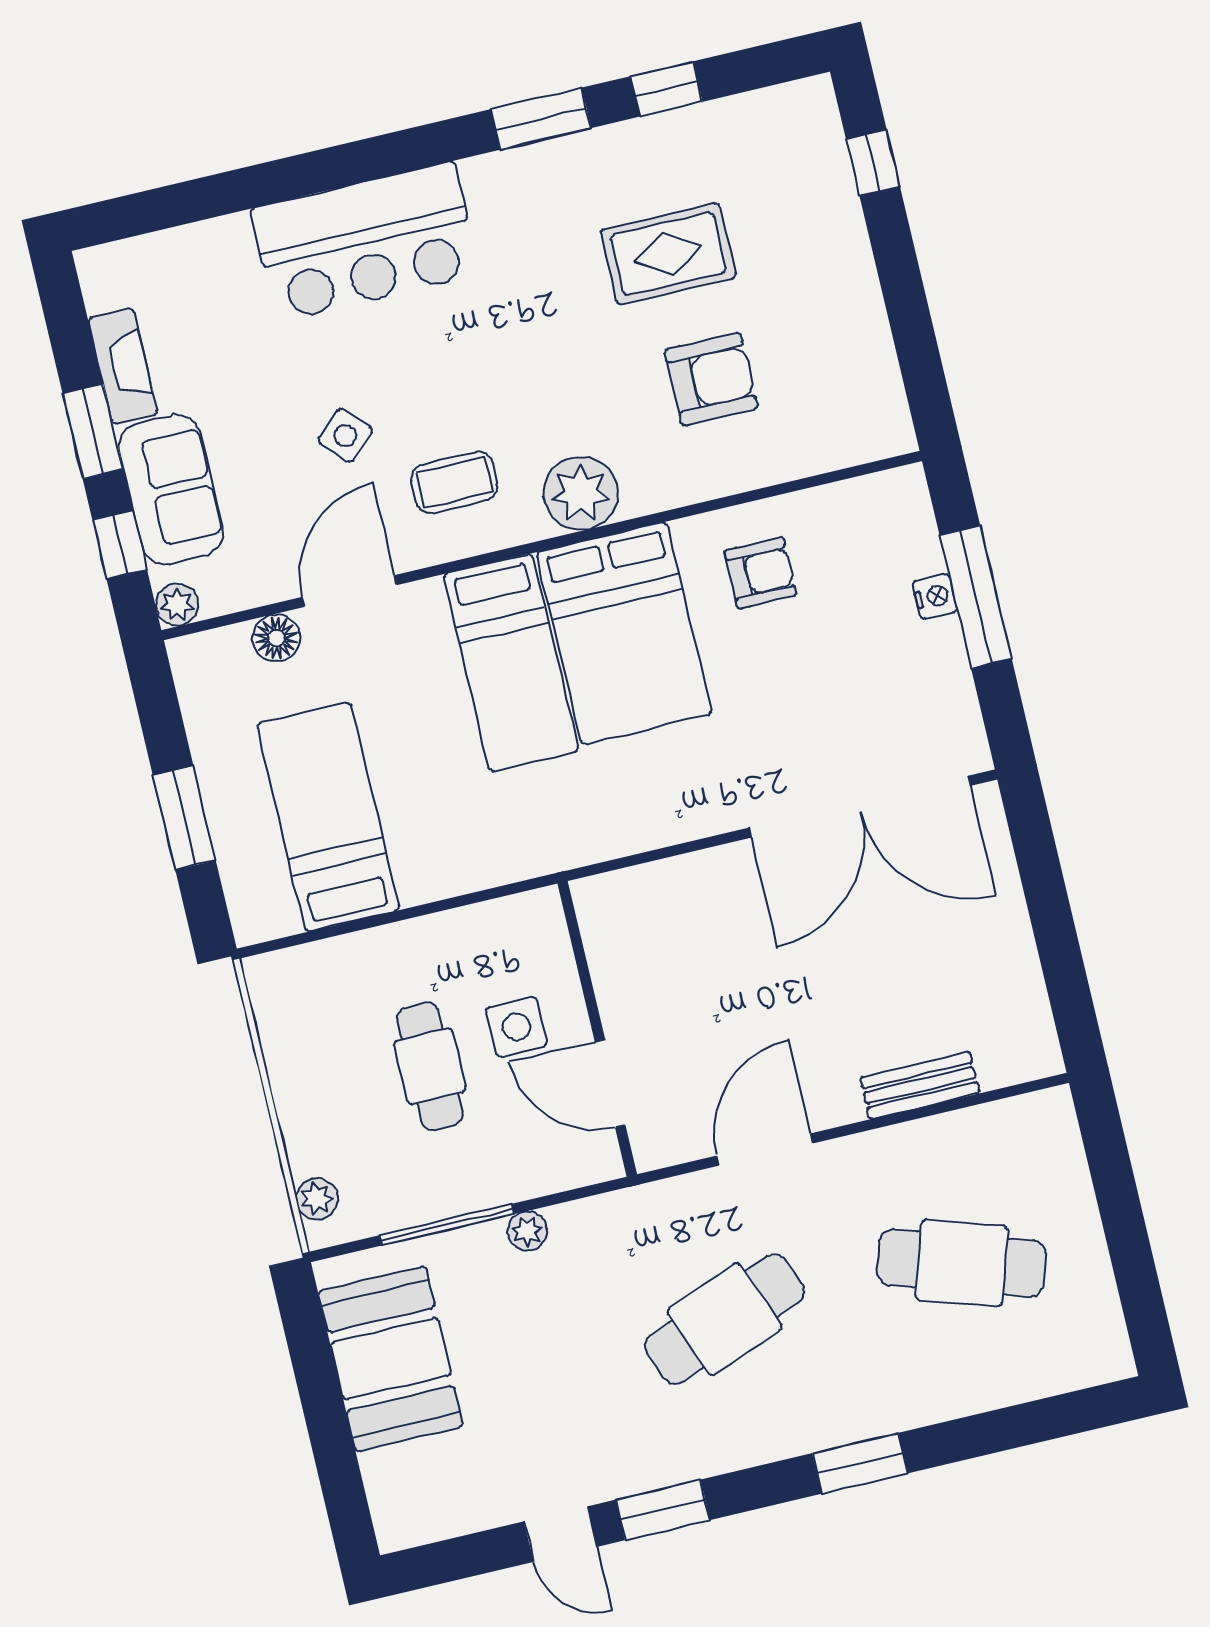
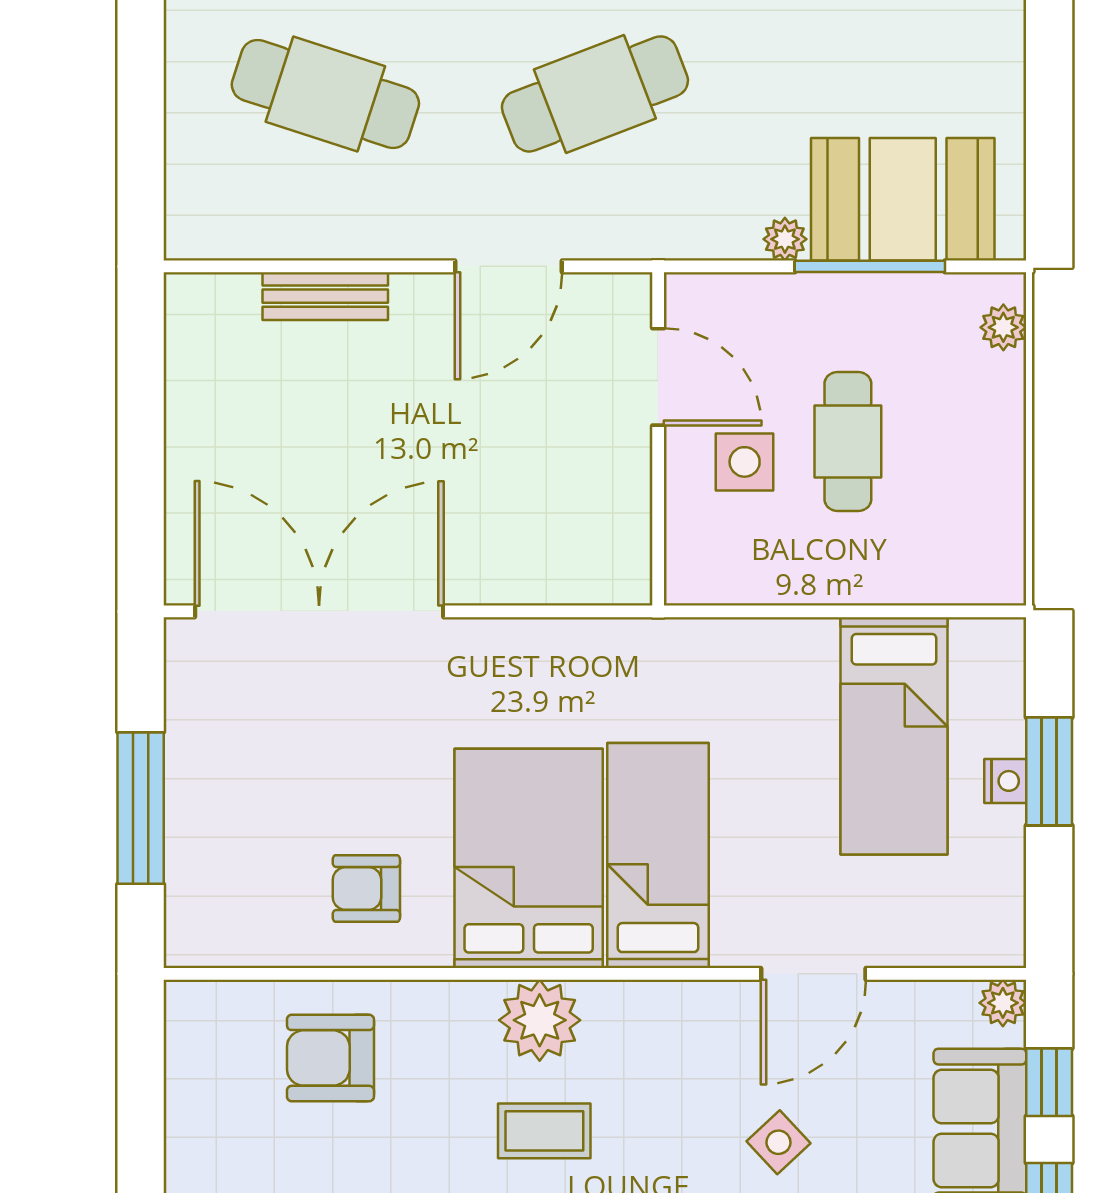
armchair: (711, 379) -> (330, 1058), moved
coffee table: (454, 482) -> (544, 1131), moved
nightstand: (935, 596) -> (1005, 781), moved, turned 180
floor lamp: (276, 638) -> (904, 942), removed
booth: (391, 1359) -> (903, 199), moved, turned 90

